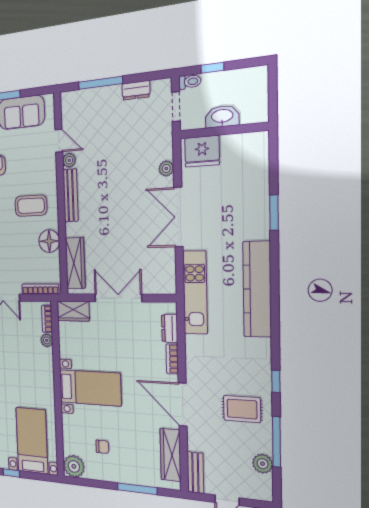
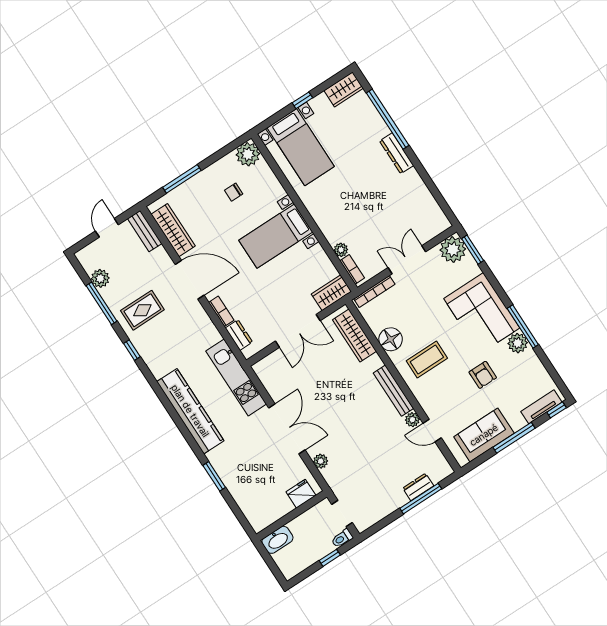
dresser: (136, 90) -> (418, 487), moved
washbasin: (222, 116) -> (277, 540), moved
fridge: (202, 151) -> (301, 494), width x0.73, depth x0.75

